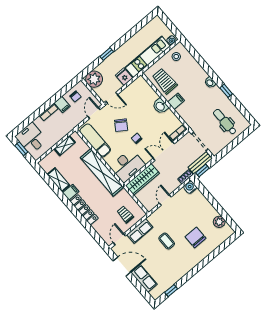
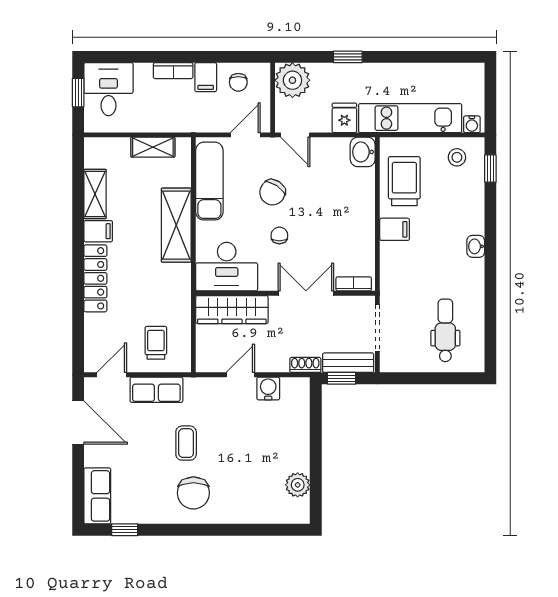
window: (226, 91) -> (490, 169), moved
washbasin: (160, 106) -> (363, 152), moved
shelving: (102, 172) -> (176, 225), width x0.68
water cooler: (190, 187) -> (268, 388), moved
chair: (196, 237) -> (193, 493), moved, turned 180
row of seats: (144, 279) -> (97, 496), moved

